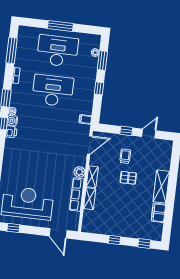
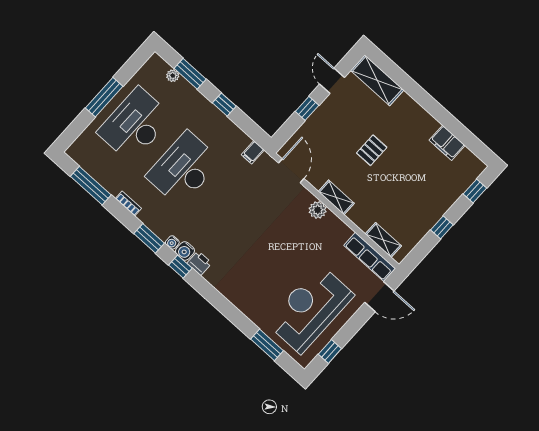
trolley: (125, 156) -> (340, 134), removed
shelving: (161, 187) -> (377, 80), moved
row of seats: (77, 195) -> (370, 257), moved
shelving: (90, 199) -> (383, 240), moved

